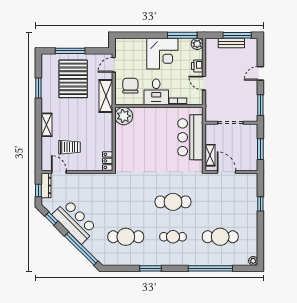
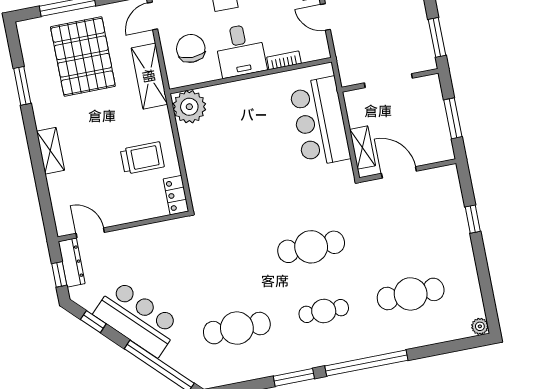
trolley: (69, 147) -> (142, 158), moved
window: (210, 268) -> (366, 363), moved

